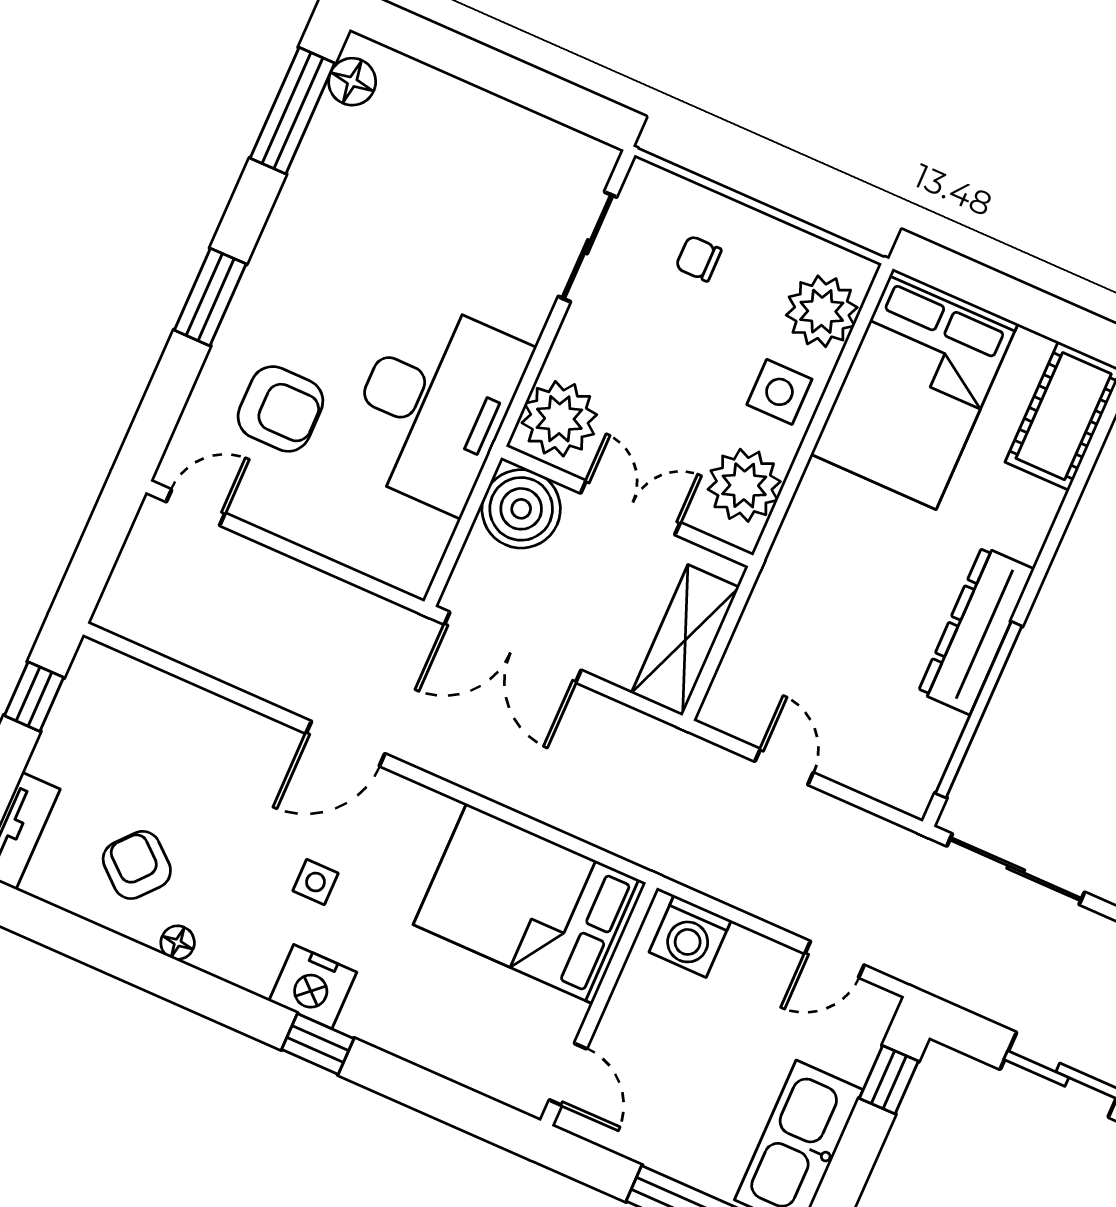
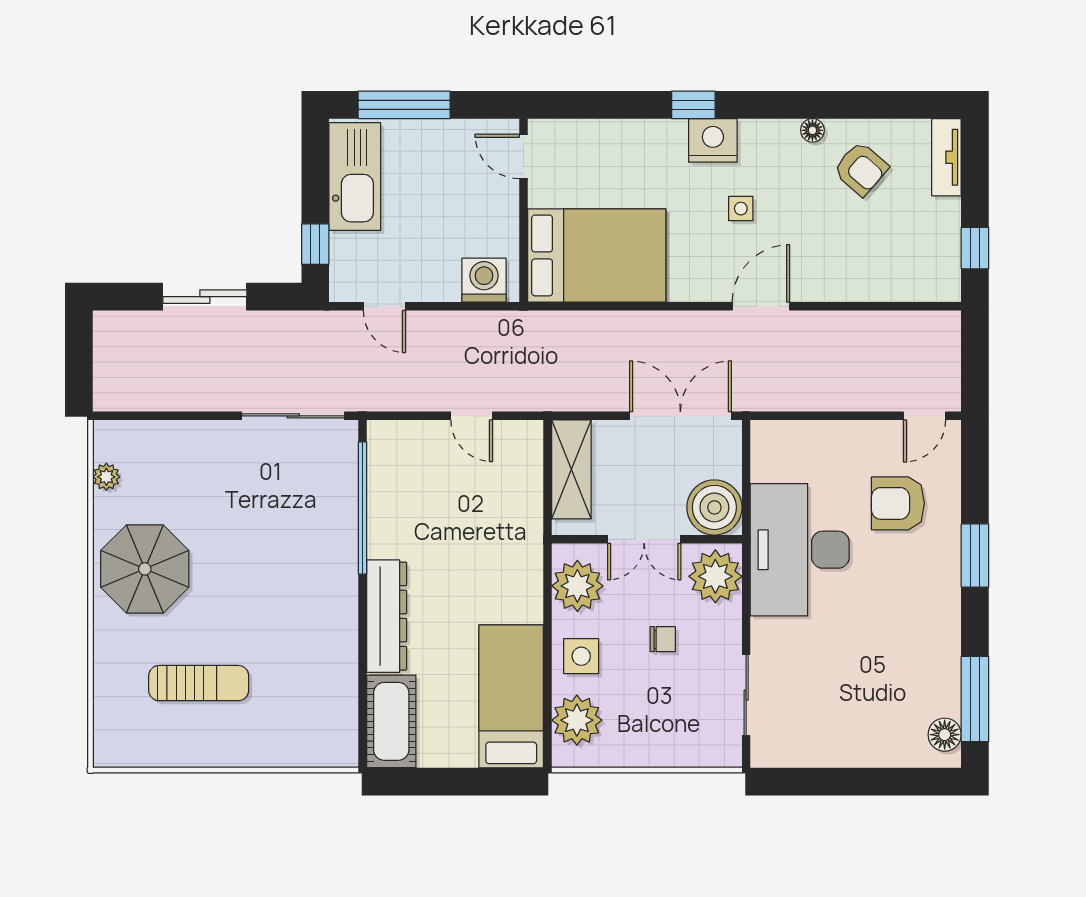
chair: (698, 259) -> (663, 639), moved
bed: (914, 389) -> (511, 696), width x0.67
dresser: (976, 631) -> (387, 616), moved
door: (835, 959) -> (384, 306), swing flipped

